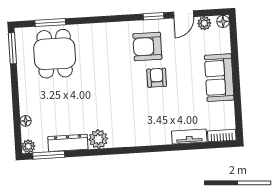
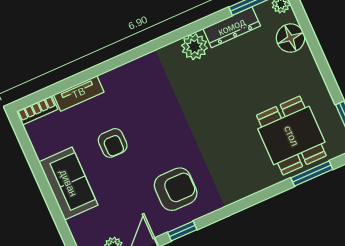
armchair: (157, 78) -> (113, 143), moved
floor lamp: (26, 121) -> (290, 38), width x1.89, depth x1.89

